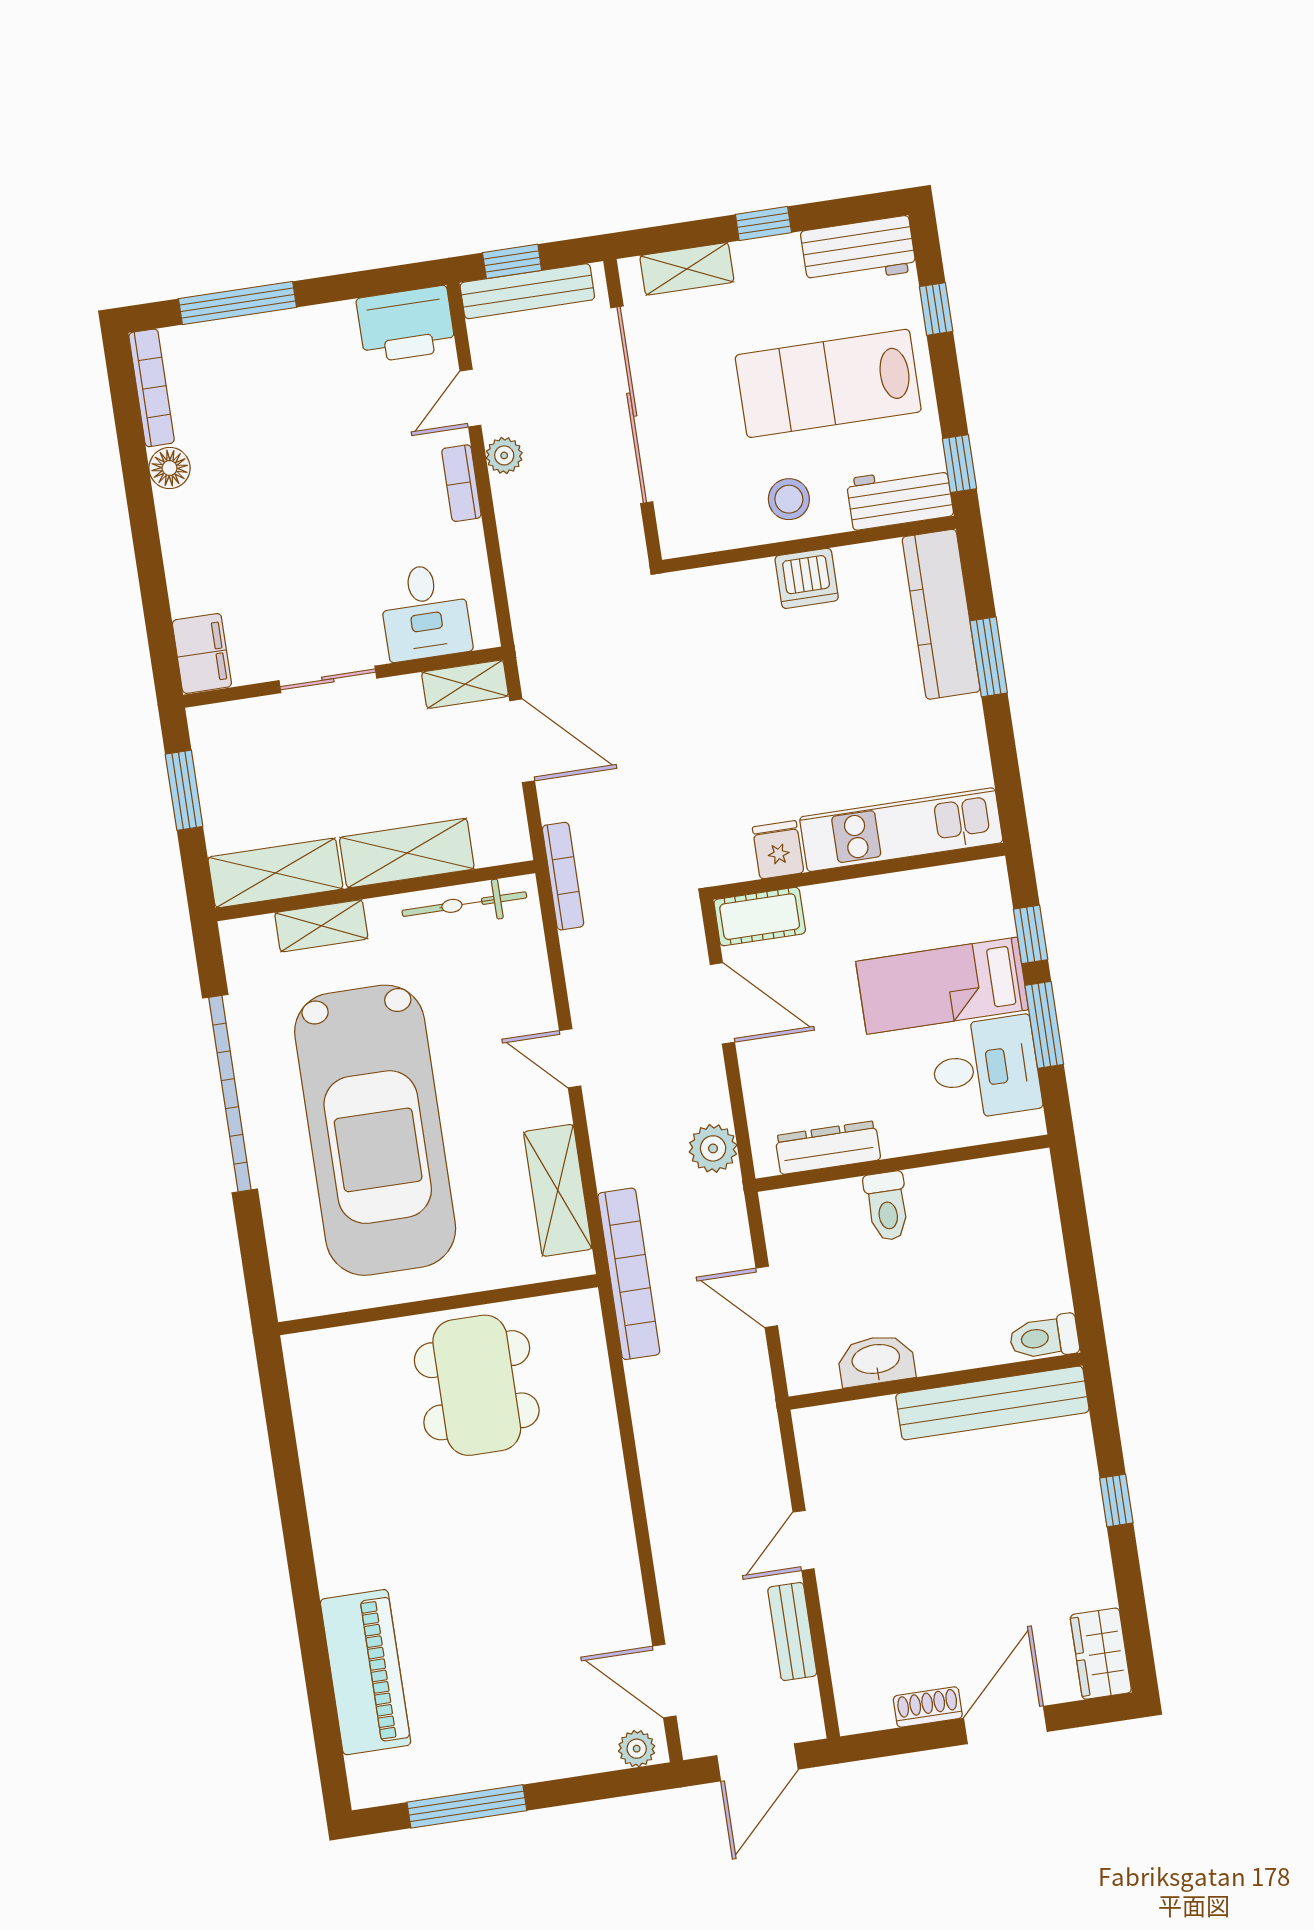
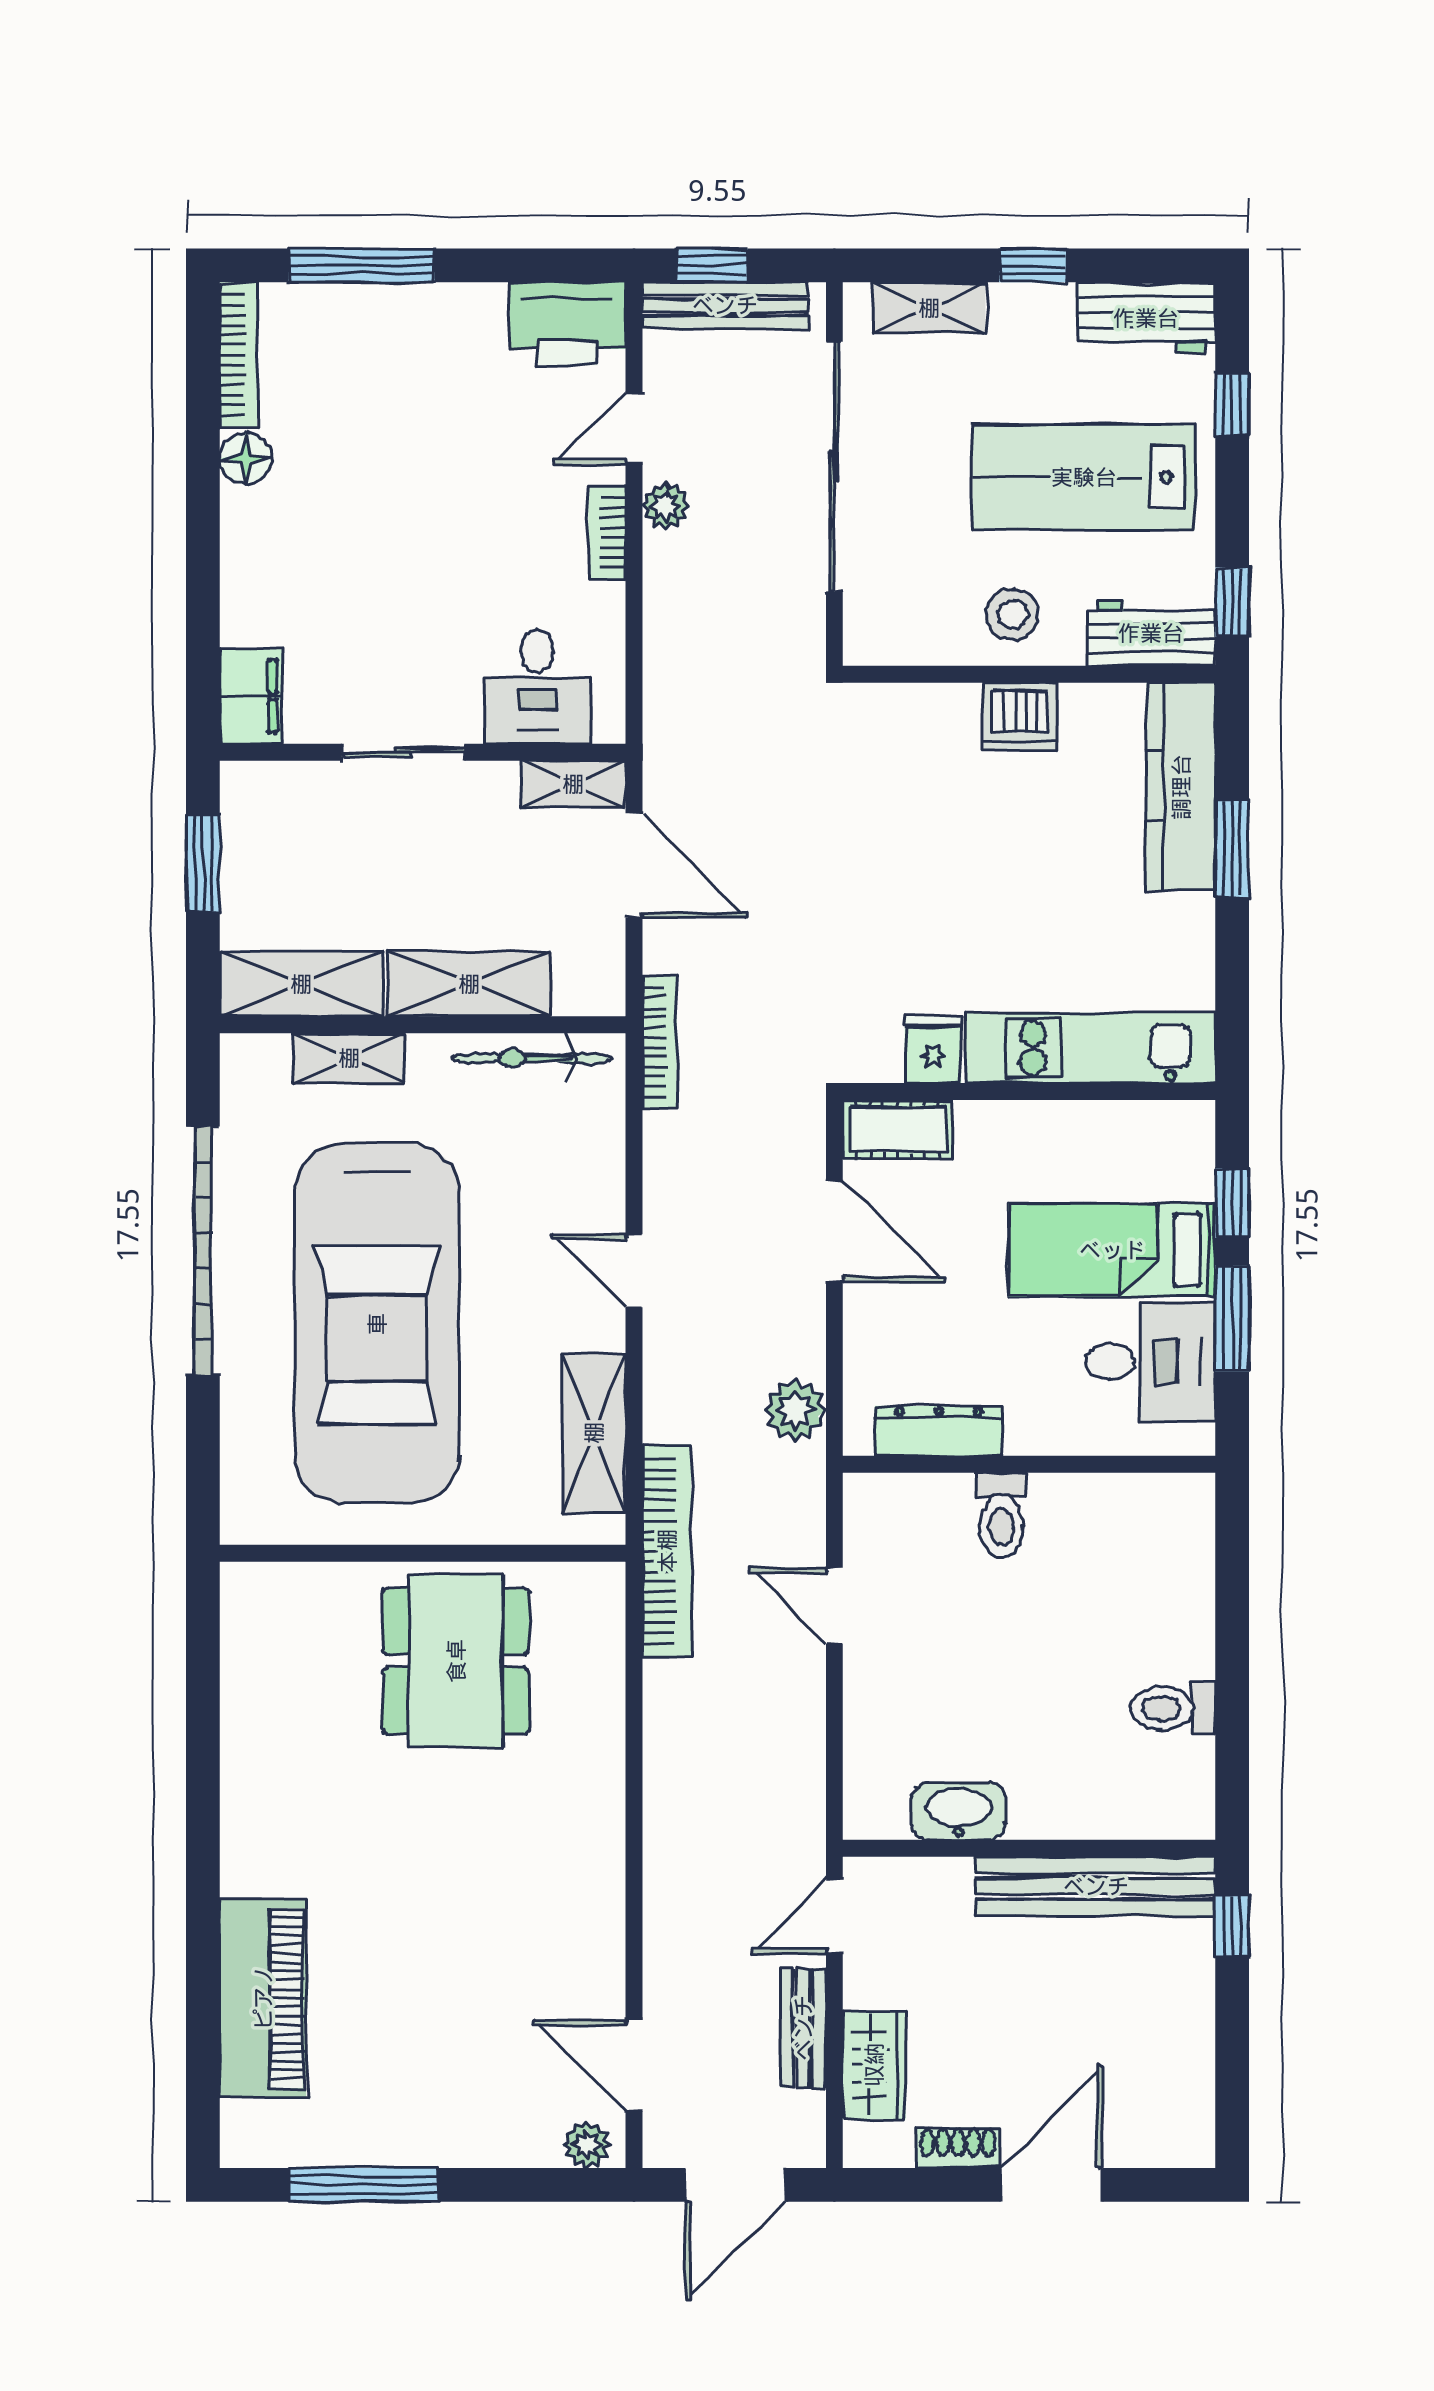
washbasin: (876, 1360) -> (959, 1811), moved
wall: (935, 1381) -> (1029, 1848), moved
bench: (992, 1403) -> (1096, 1886), moved
wardrobe: (1101, 1654) -> (874, 2065), moved, turned 180

